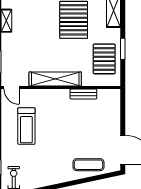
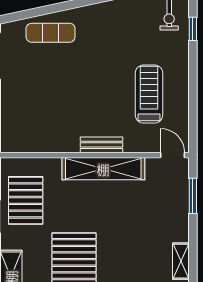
bench: (83, 94) -> (102, 145), moved

